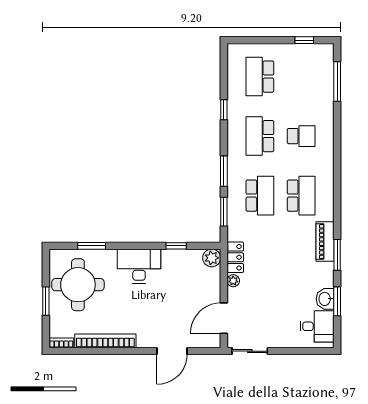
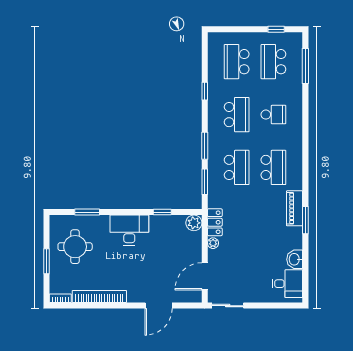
school desk: (301, 77) -> (273, 62), added
school desk: (260, 136) -> (237, 115), turned 180
round table: (78, 285) -> (75, 247), width x0.73, depth x0.73
window: (337, 301) -> (305, 261), removed

